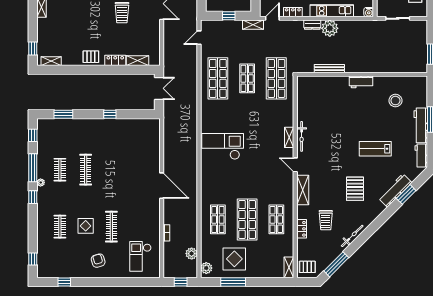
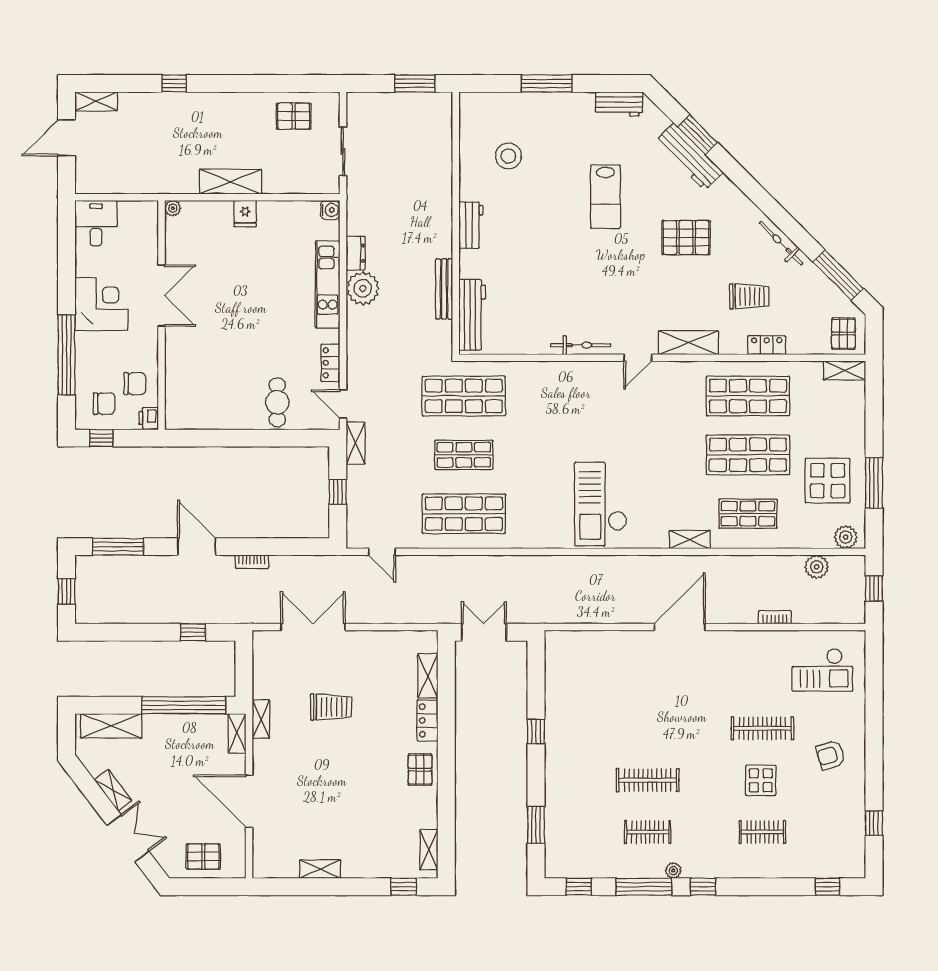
dresser: (312, 25) -> (356, 253), moved
workbench: (421, 125) -> (472, 315), moved, turned -90
shelving: (289, 137) -> (690, 539), moved
shop shelf: (276, 219) -> (748, 396), width x1.43, depth x1.36

